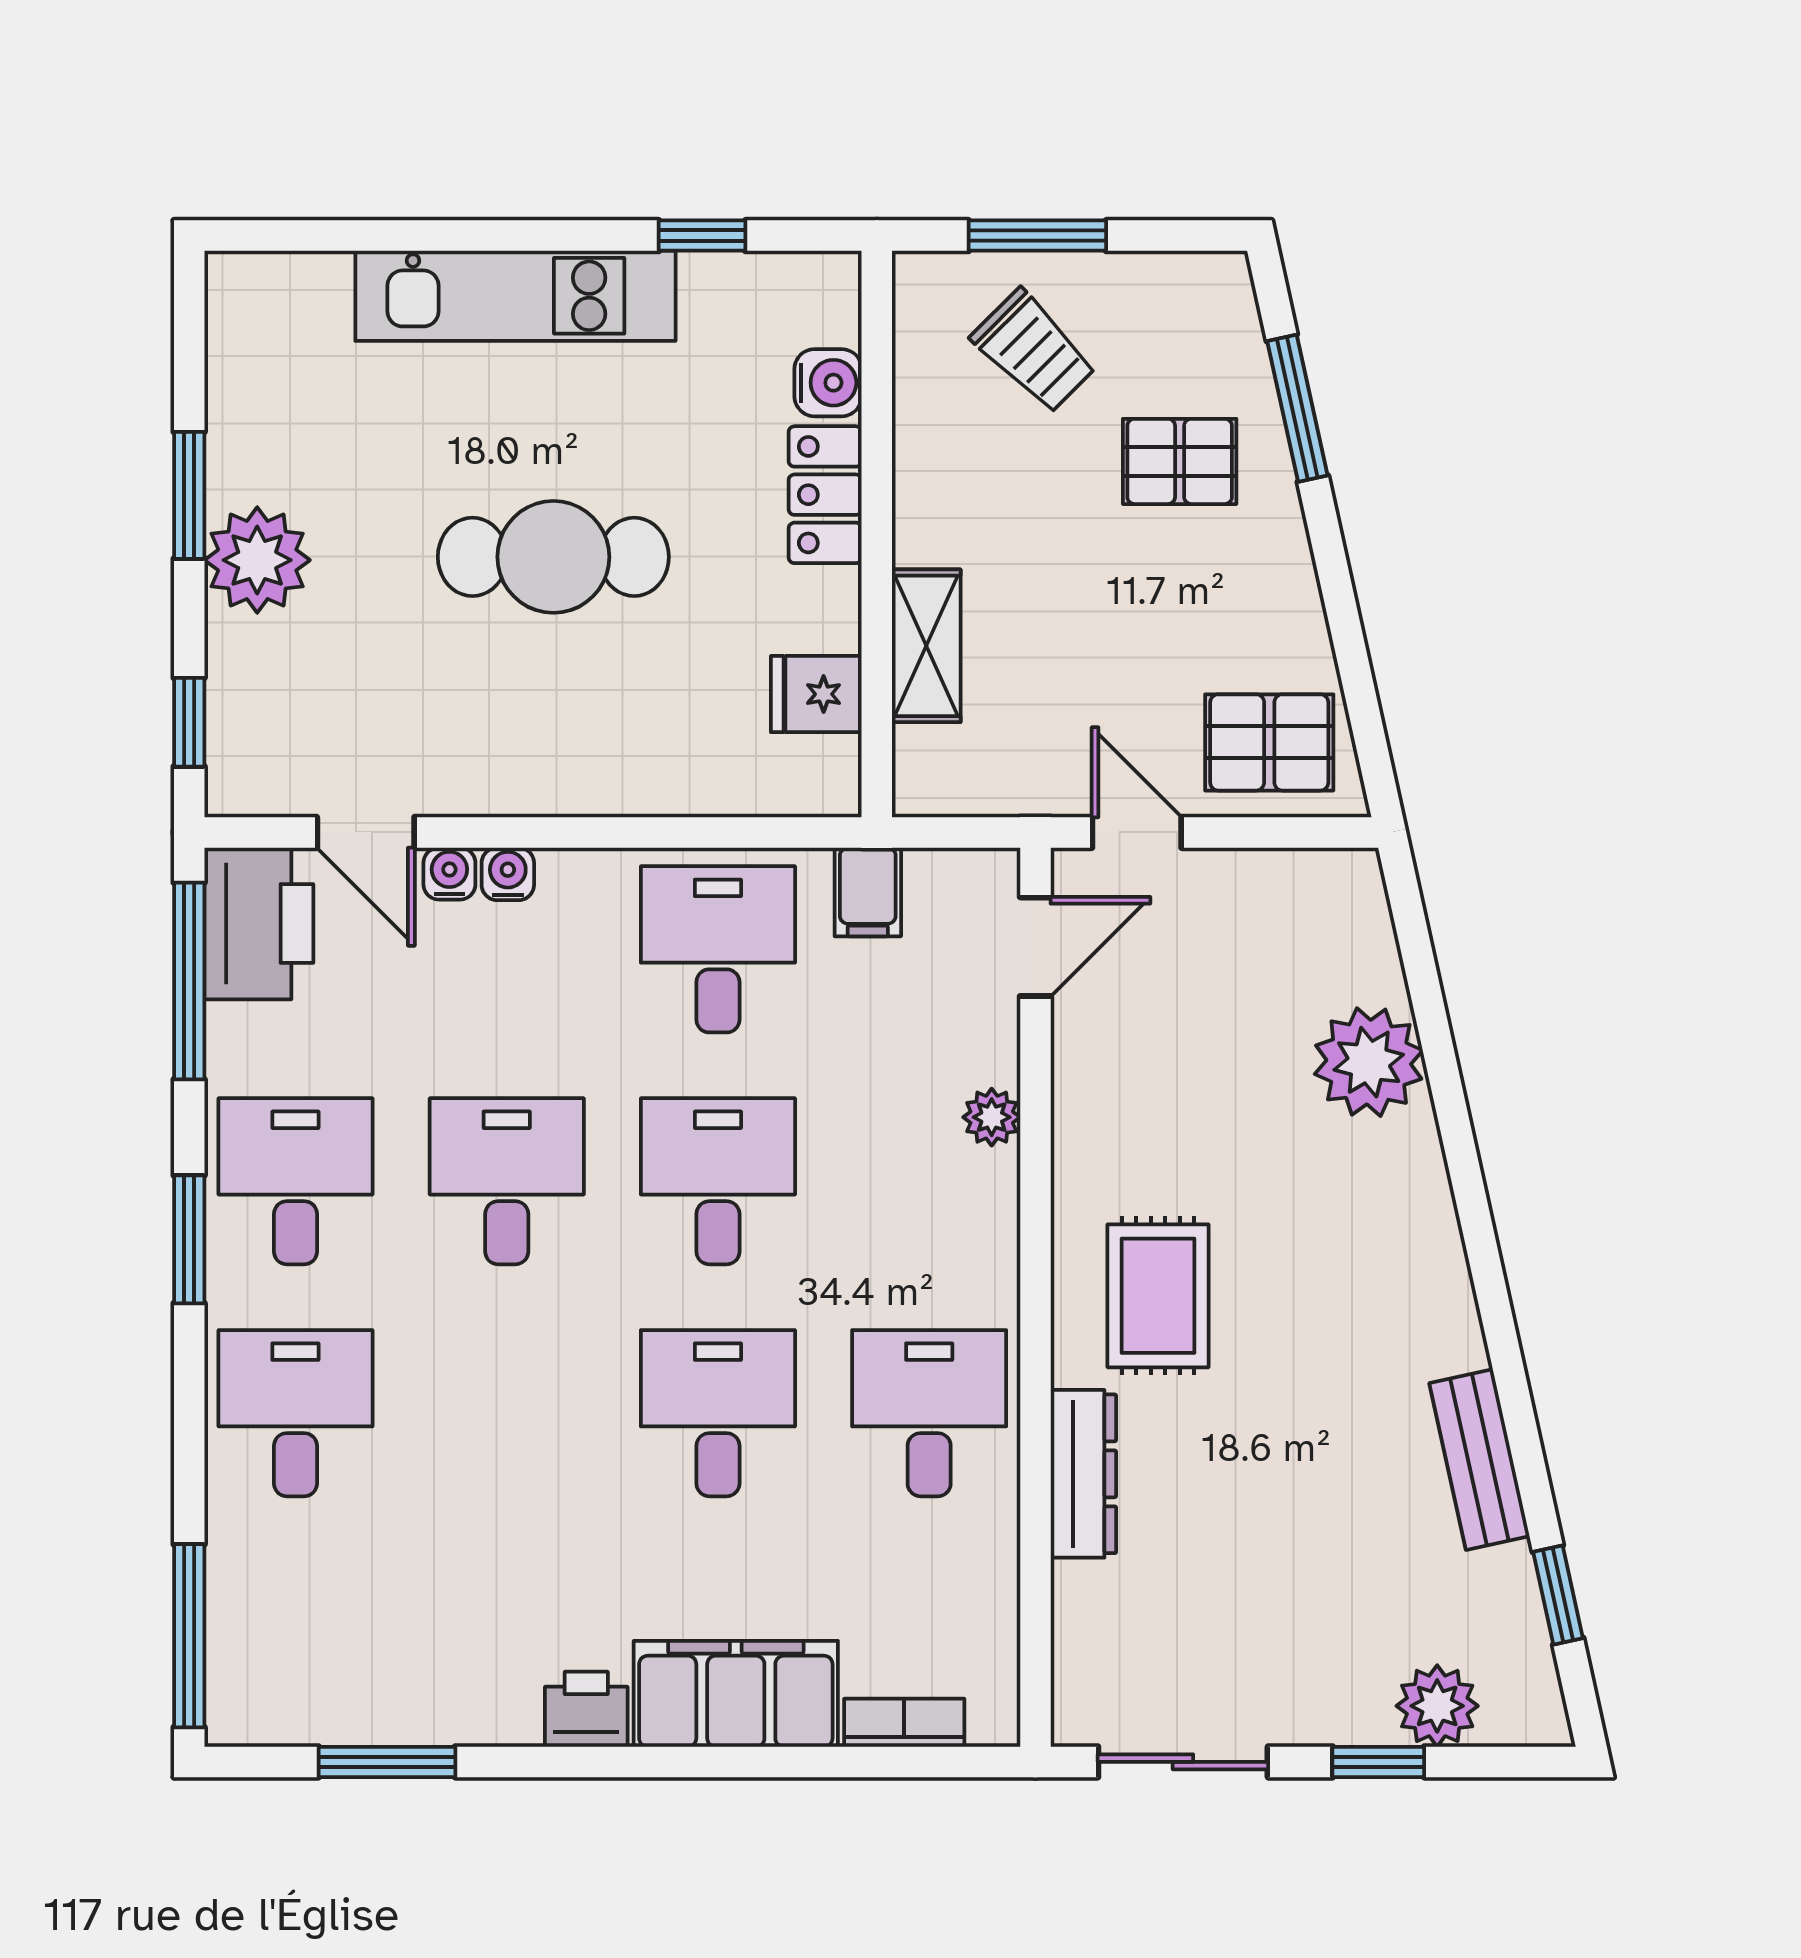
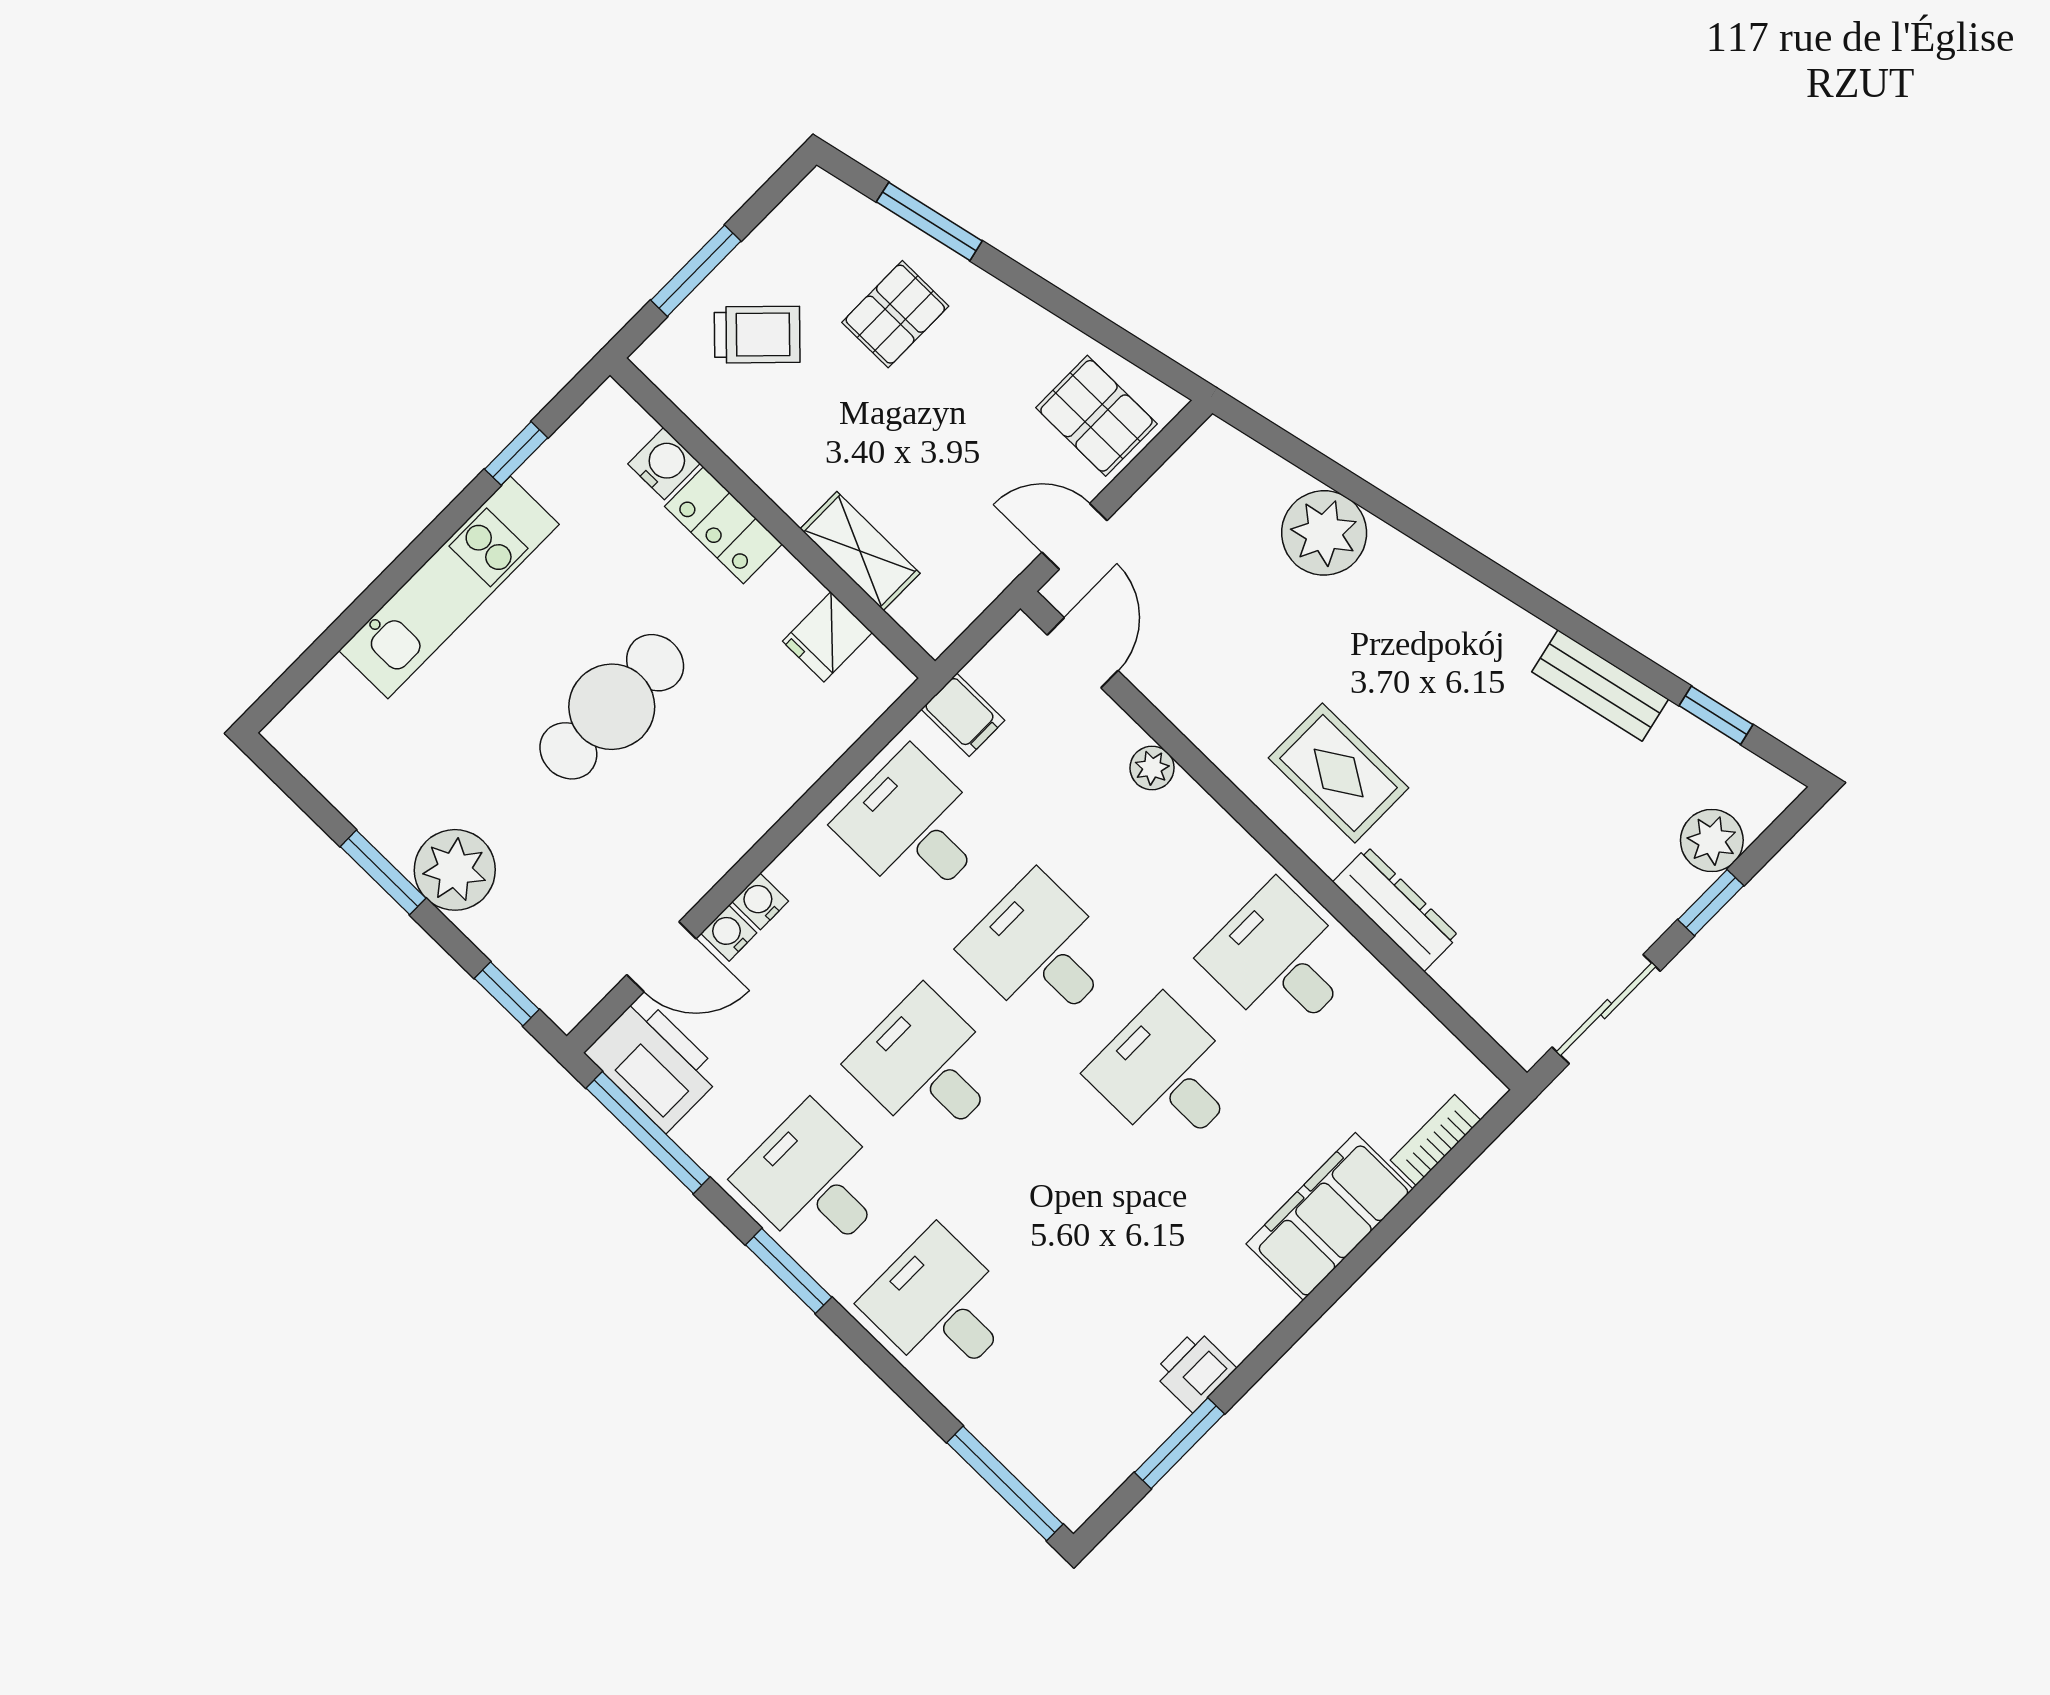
pallet: (1269, 742) -> (1096, 416), turned 90
printer: (586, 1709) -> (1194, 1371), moved

